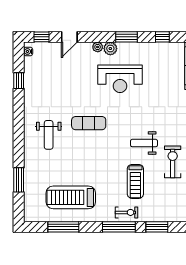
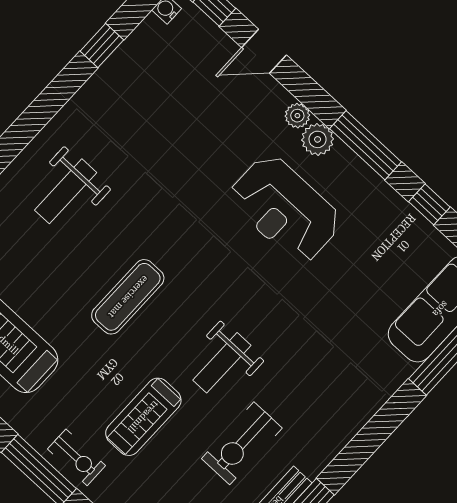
window: (127, 37) -> (366, 145), width x1.44
exercise mat: (89, 123) -> (128, 297), moved, turned 90
weight bench: (144, 143) -> (222, 363), turned -90
exercise bike: (173, 162) -> (242, 443), turned 180

